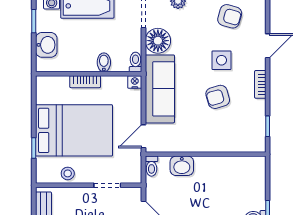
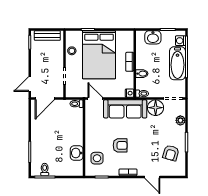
side table: (222, 60) -> (97, 158), moved
armchair: (218, 97) -> (120, 145), turned 106
washbasin: (182, 166) -> (77, 153), moved

